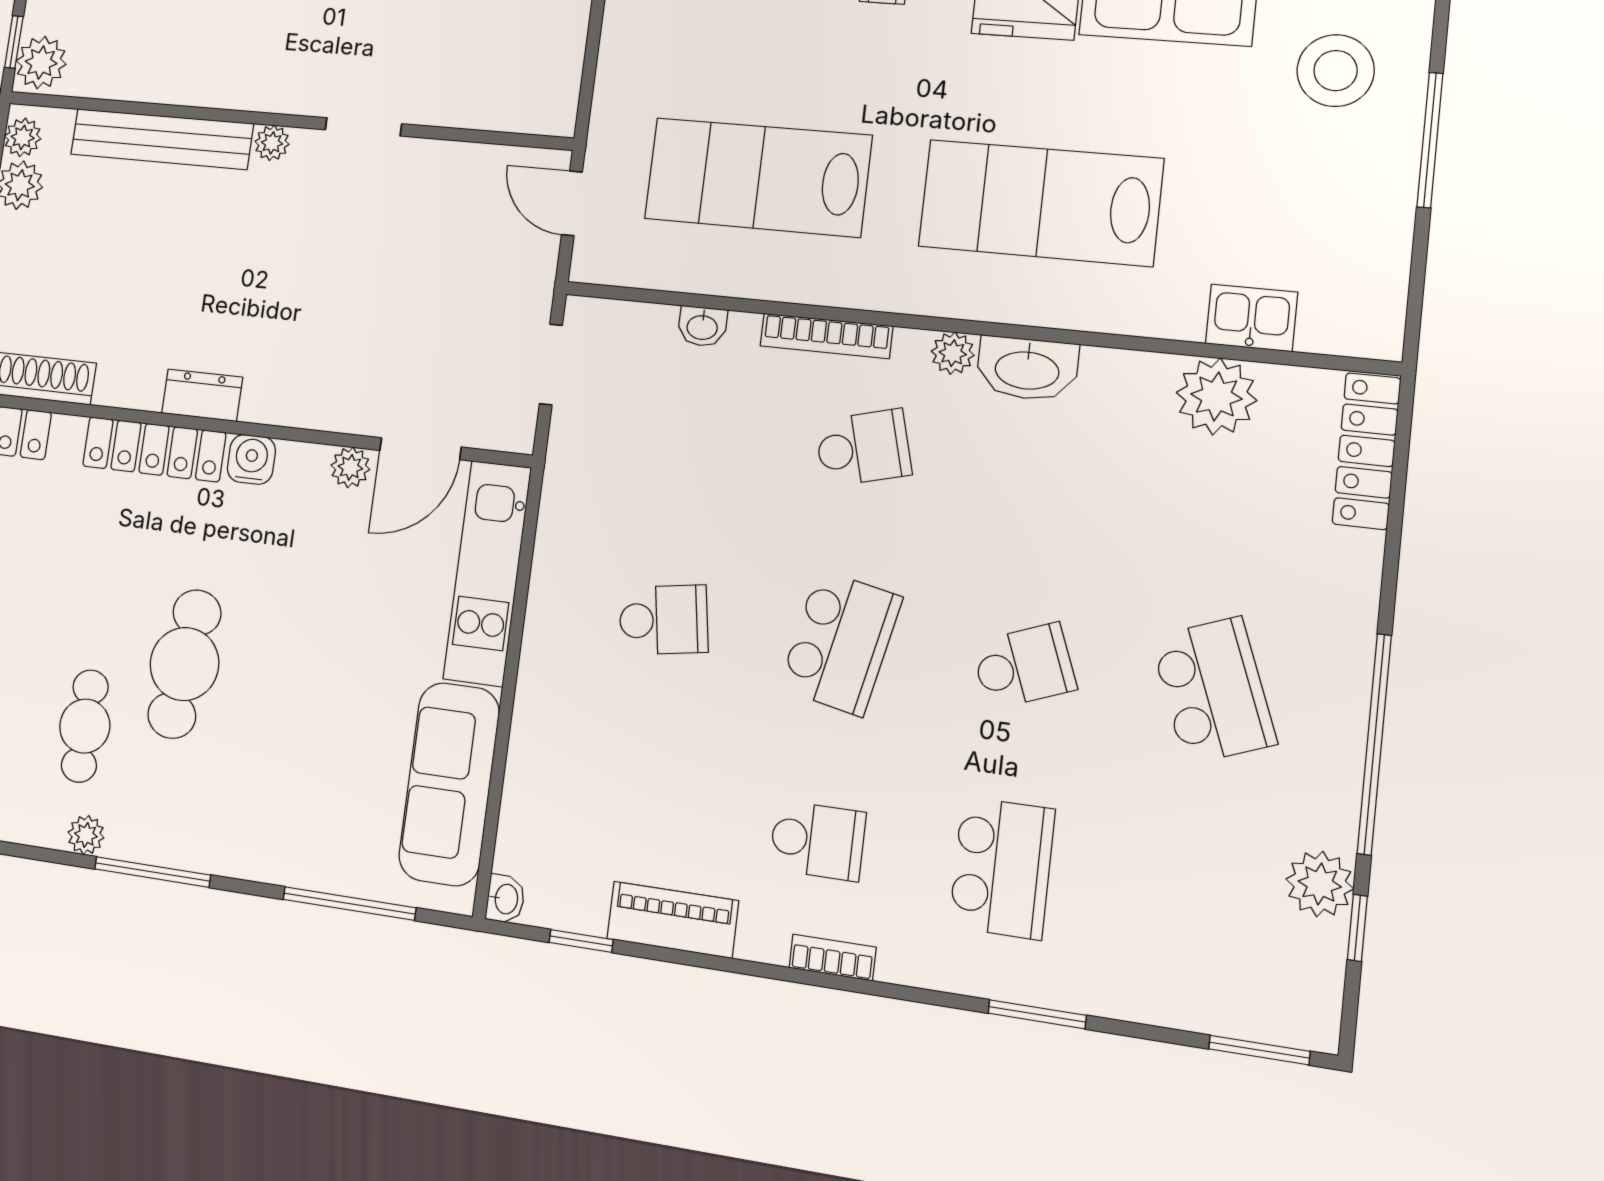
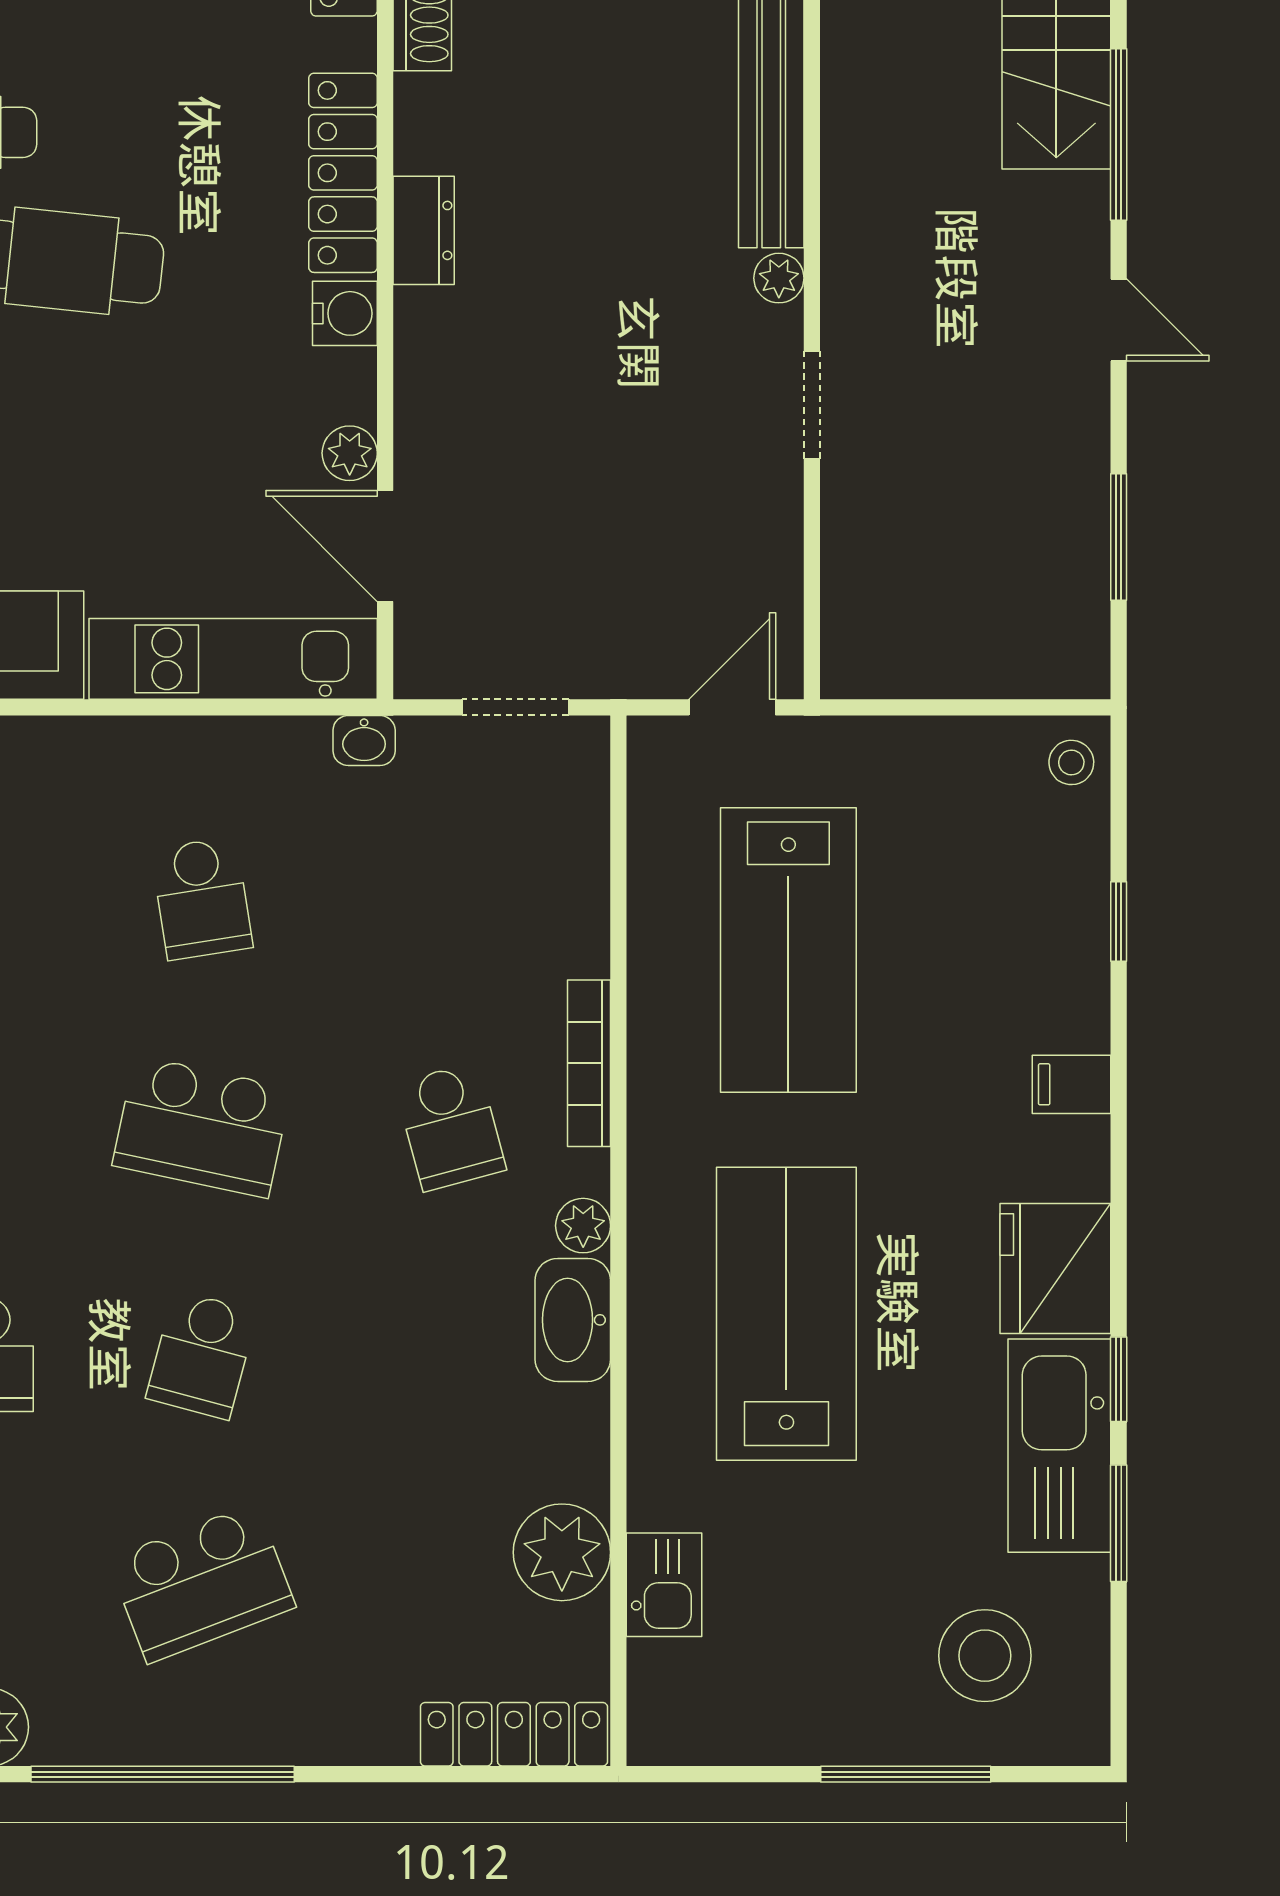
lab bench: (758, 177) -> (788, 950), turned 180
washbasin: (702, 326) -> (364, 741), moved, turned -90
school desk: (1024, 666) -> (202, 1355), turned 36

